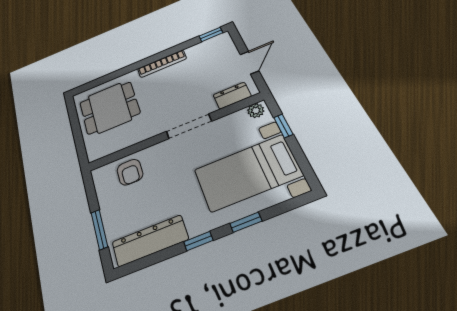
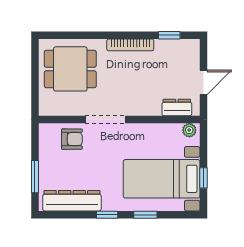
window: (211, 34) -> (169, 35), moved
doorway: (189, 126) -> (105, 119), moved
window: (283, 126) -> (203, 178), moved
armchair: (130, 172) -> (72, 139), turned -90

